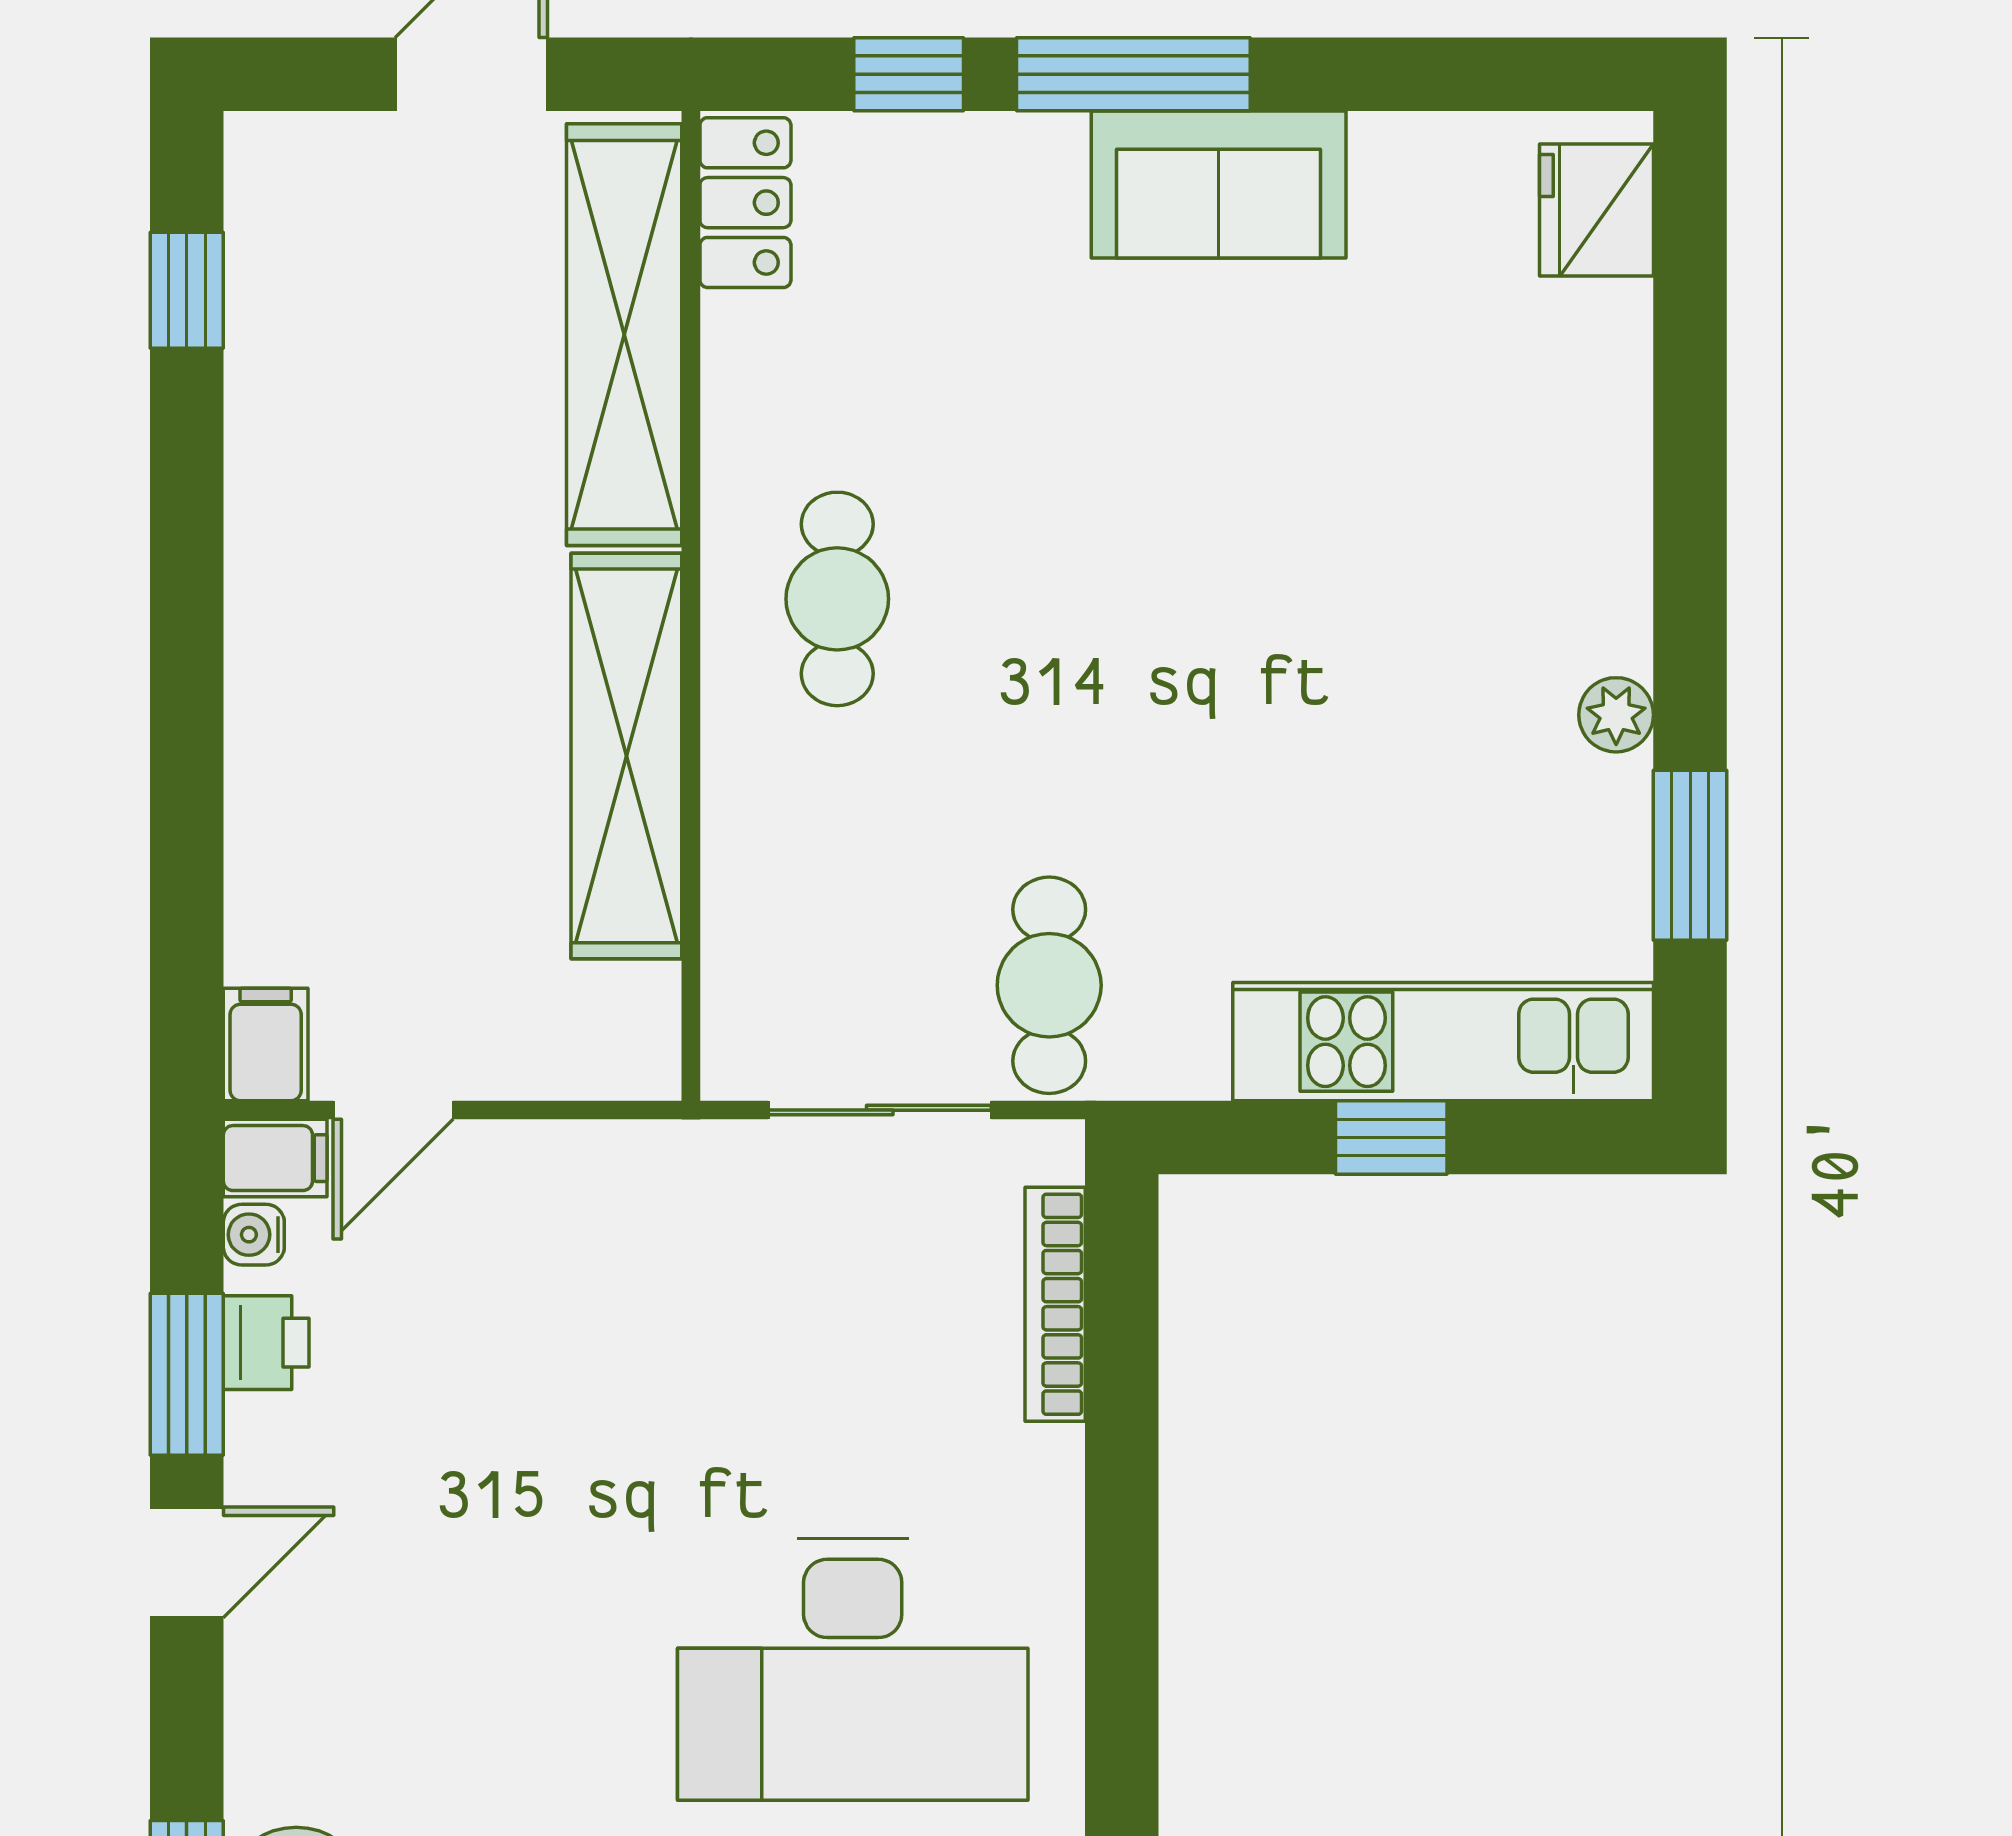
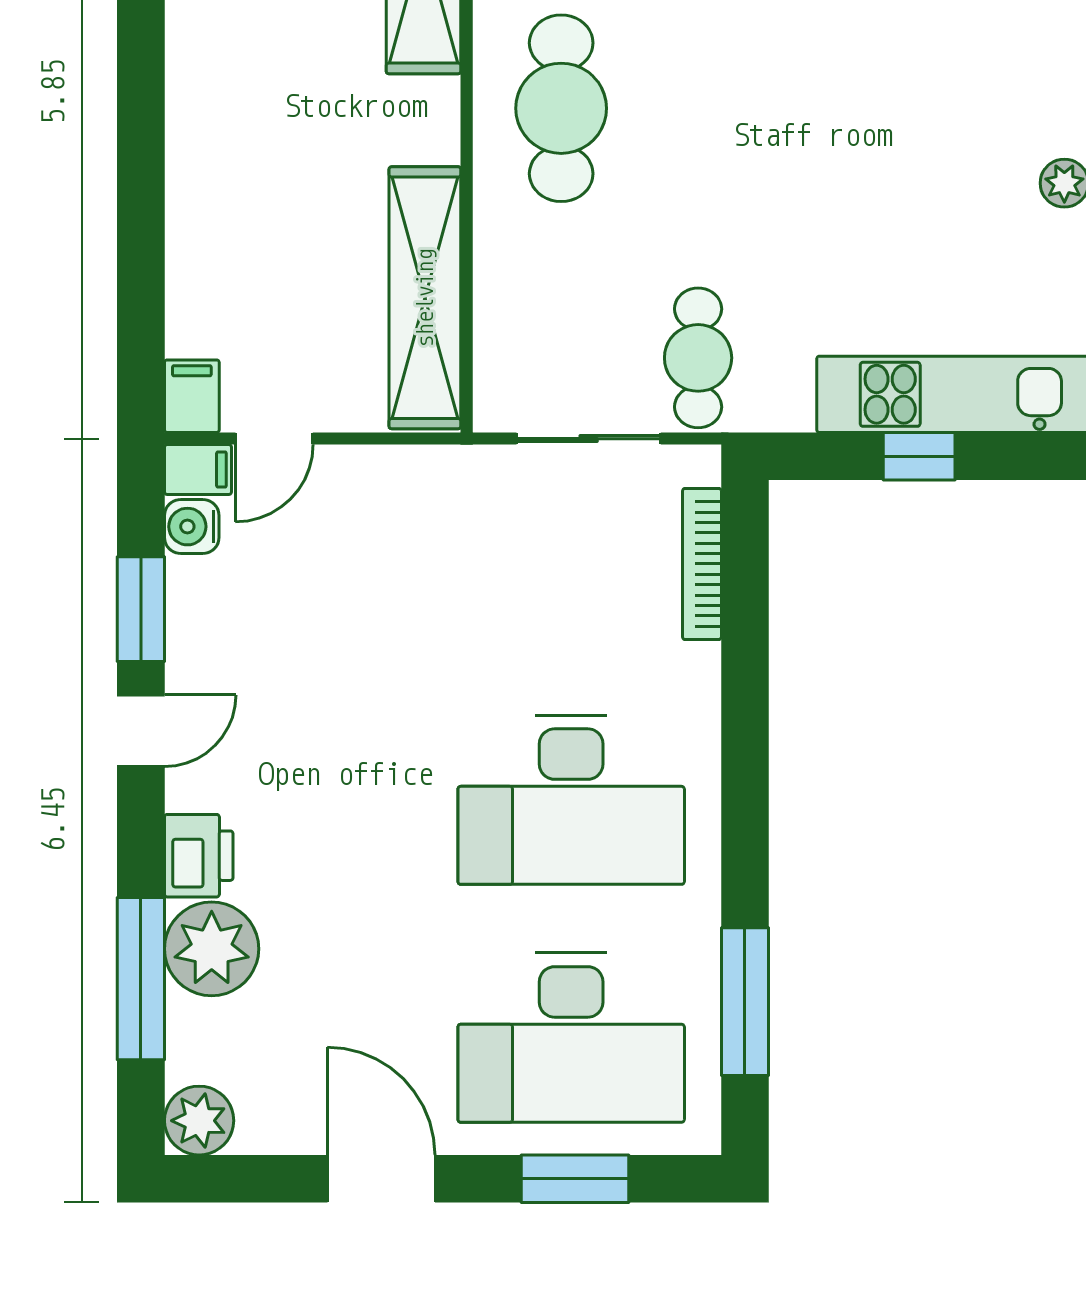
cafe table: (837, 599) -> (561, 108), width x1.37, depth x1.35
shelving: (626, 756) -> (425, 298), moved
water cooler: (254, 1235) -> (192, 527), width x1.38, depth x1.38
printer: (266, 1343) -> (199, 856), moved, width x1.36, depth x1.24

